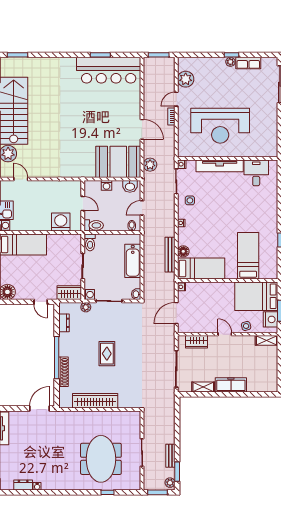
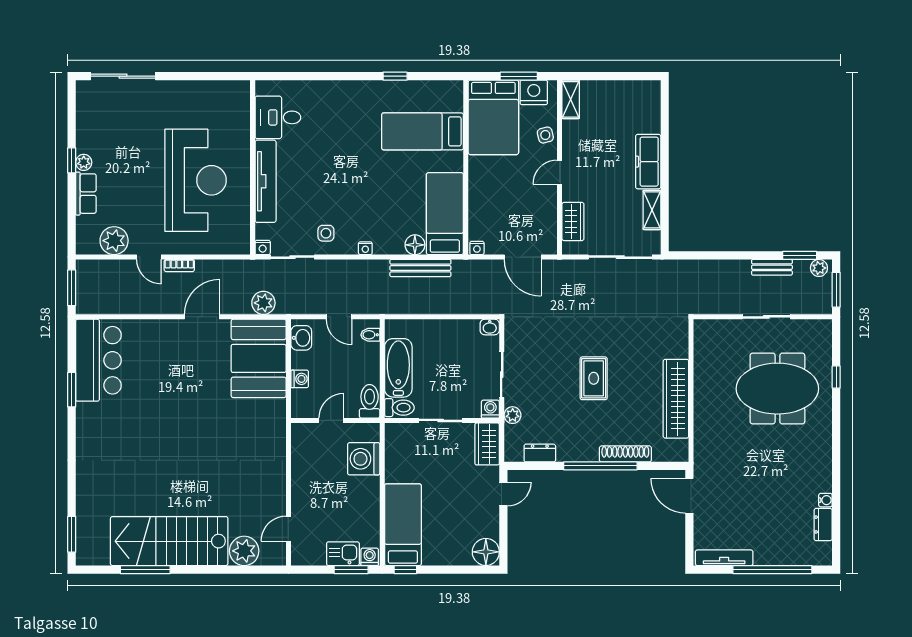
row of seats: (248, 63) -> (86, 194), moved
bar counter: (109, 70) -> (98, 360), width x0.73
bathtub: (133, 261) -> (398, 368), moved, turned -90
rug: (107, 354) -> (594, 378), turned 90

